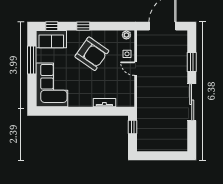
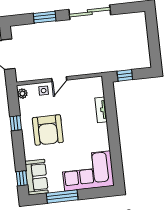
window: (83, 26) -> (16, 123), moved
armchair: (92, 54) -> (48, 130), turned 145

